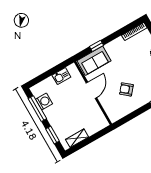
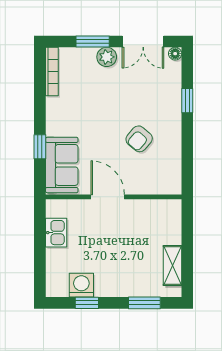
window: (37, 109) -> (87, 303), width x0.46

